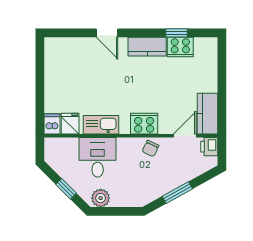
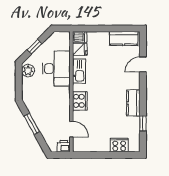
door: (107, 33) -> (143, 64), moved
cooker: (180, 47) -> (119, 145), moved, turned 90
kitchen counter: (207, 114) -> (124, 39), moved, turned 180
chair: (150, 148) -> (62, 105), removed
desk: (98, 157) -> (56, 69), width x1.37

